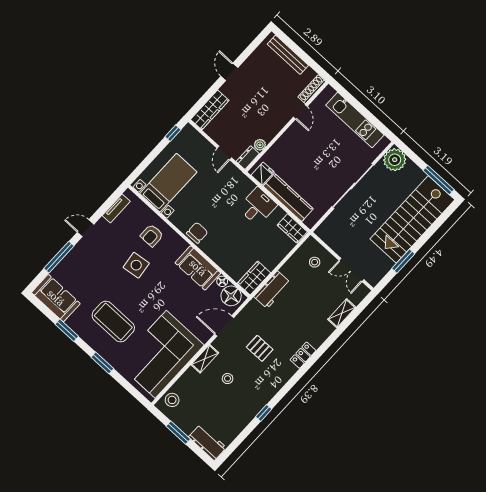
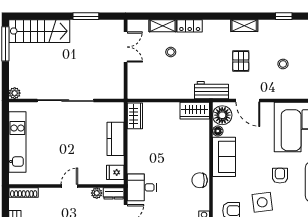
door: (300, 112) -> (69, 186), moved
plant: (395, 160) -> (15, 93), width x0.53, depth x0.53
kitchen counter: (288, 197) -> (116, 139), width x0.67
desk: (258, 206) -> (142, 187), moved
stairs: (412, 219) -> (39, 31), width x0.73, depth x0.66
stool: (315, 262) -> (171, 52), moved
workbench: (272, 290) -> (212, 90), moved
armchair: (144, 298) -> (280, 176), added
locker: (303, 355) -> (190, 26), moved
shelving: (205, 359) -> (244, 26), moved

